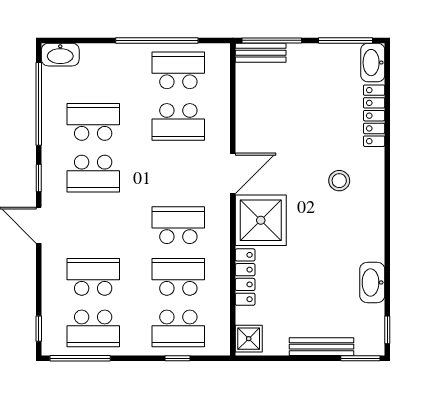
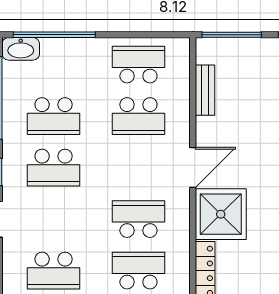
window: (157, 40) -> (54, 35), moved
bench: (261, 53) -> (205, 90), moved, turned 90
school desk: (93, 122) -> (54, 116), turned 180
school desk: (93, 277) -> (54, 271), turned 180

